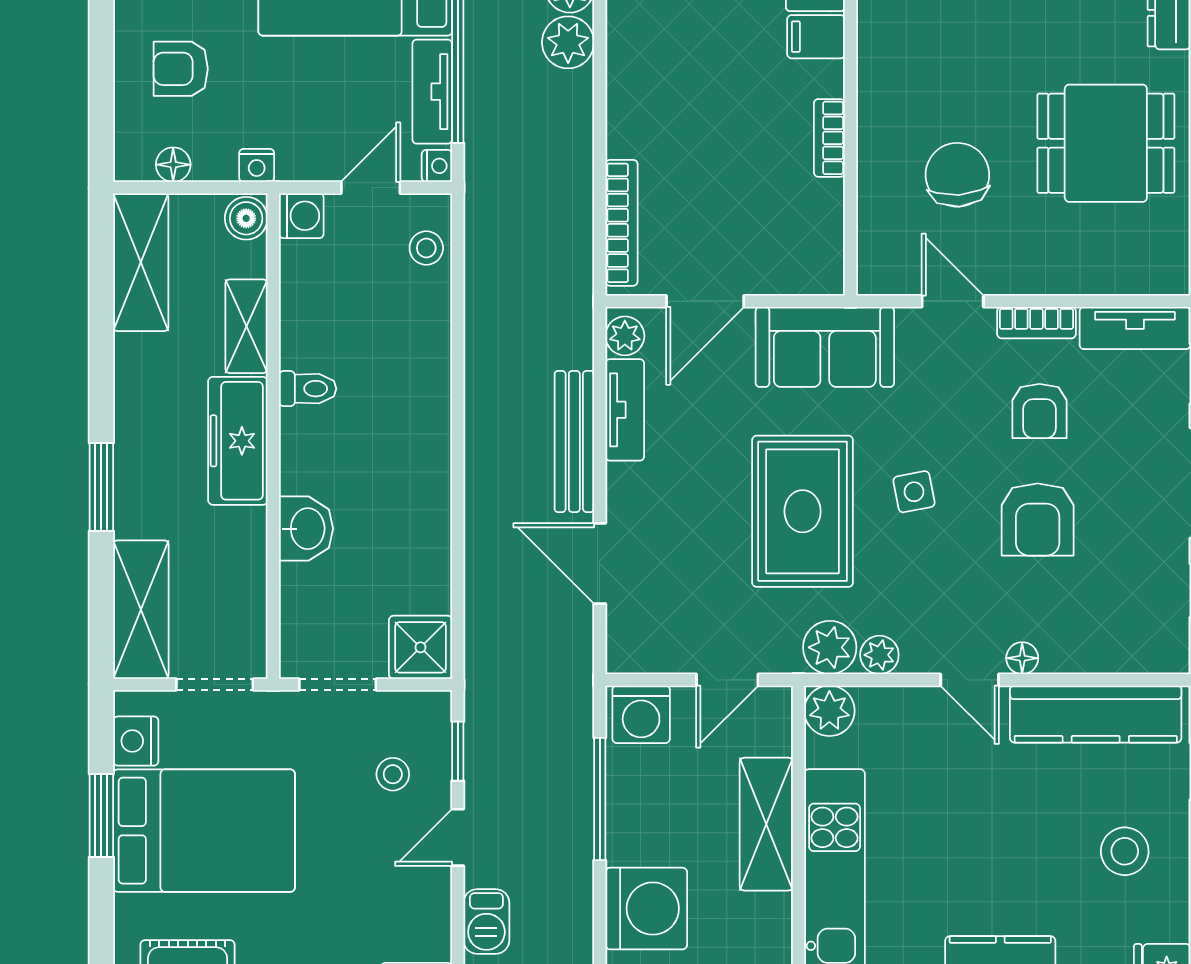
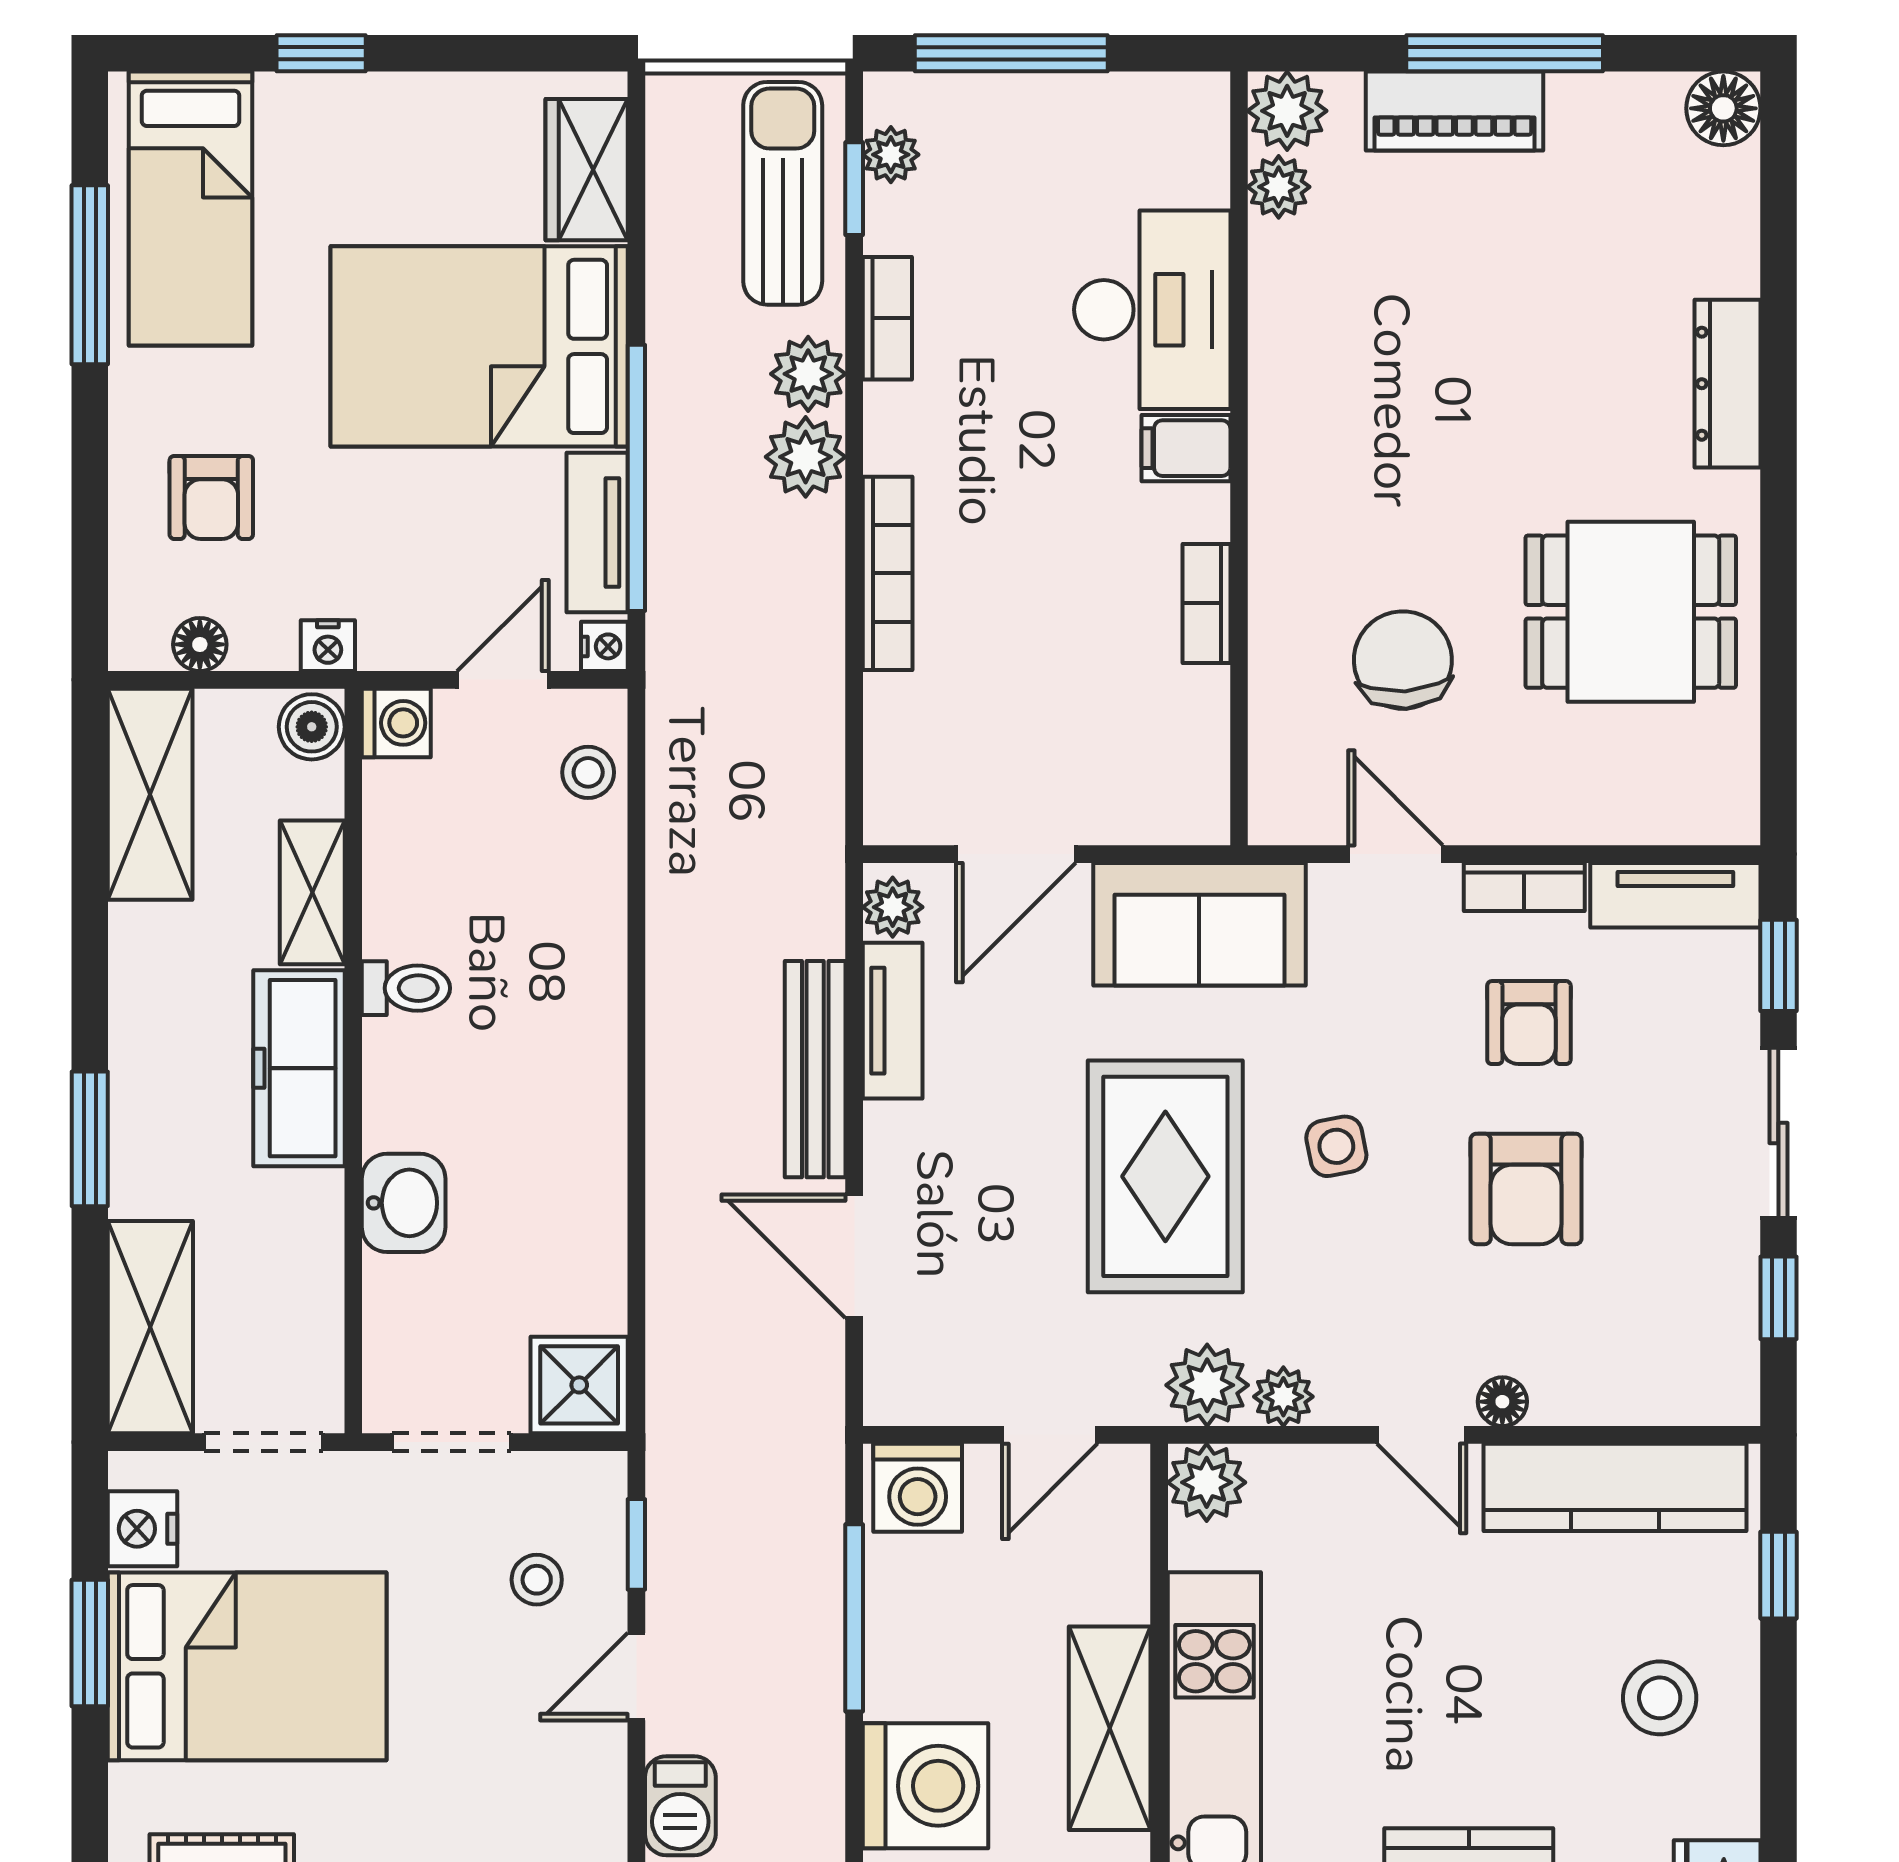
armchair: (181, 69) -> (211, 497), turned -90
bookcase: (622, 223) -> (888, 573), moved
shelving: (766, 824) -> (1110, 1728), moved

